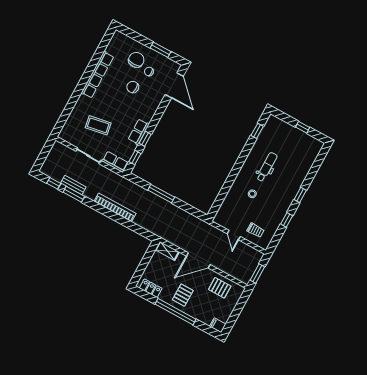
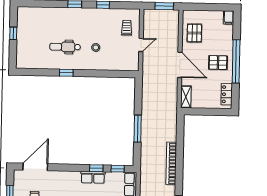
window: (257, 131) -> (66, 73), moved

